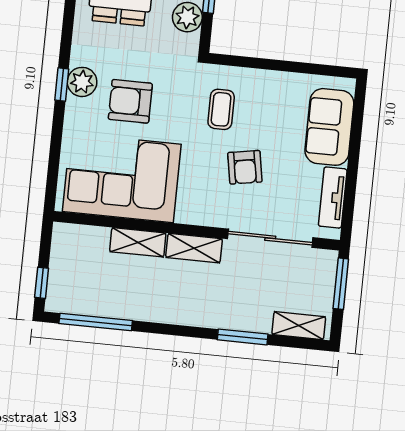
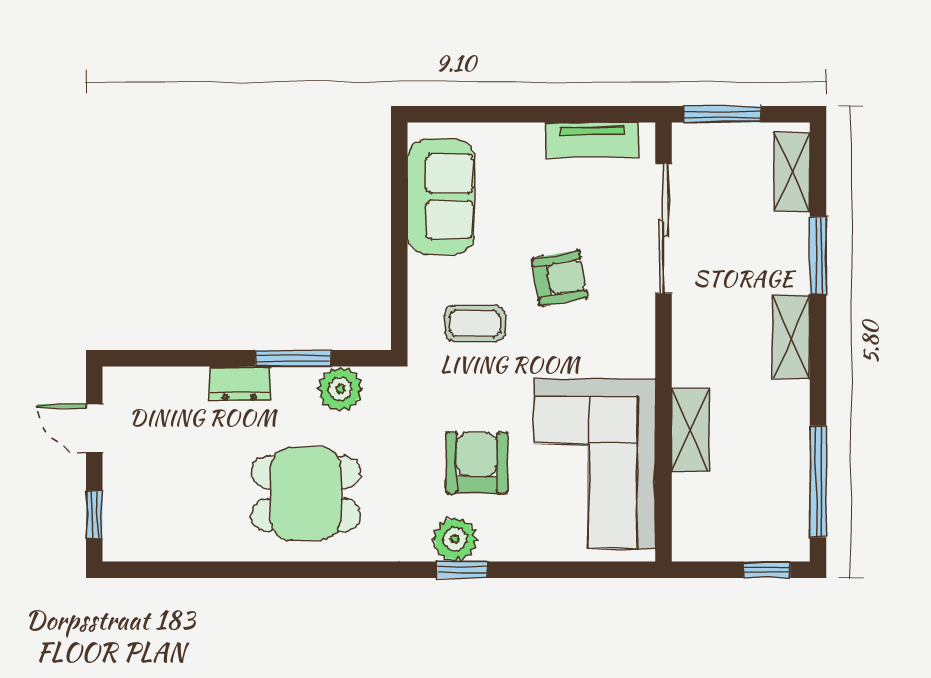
armchair: (130, 101) -> (477, 463), turned 180
sofa: (329, 127) -> (441, 197), moved, turned -90
shelving: (194, 248) -> (791, 337), moved

